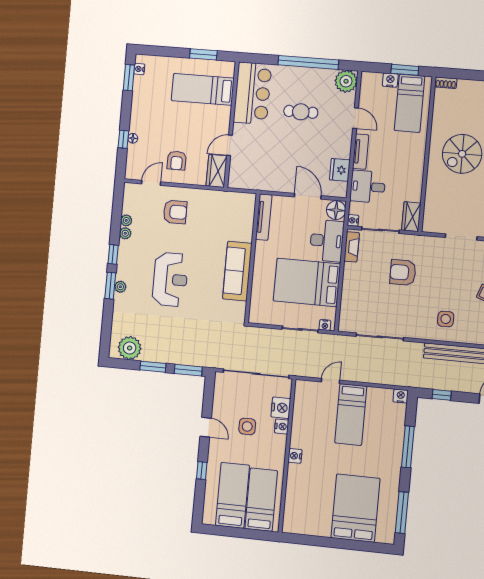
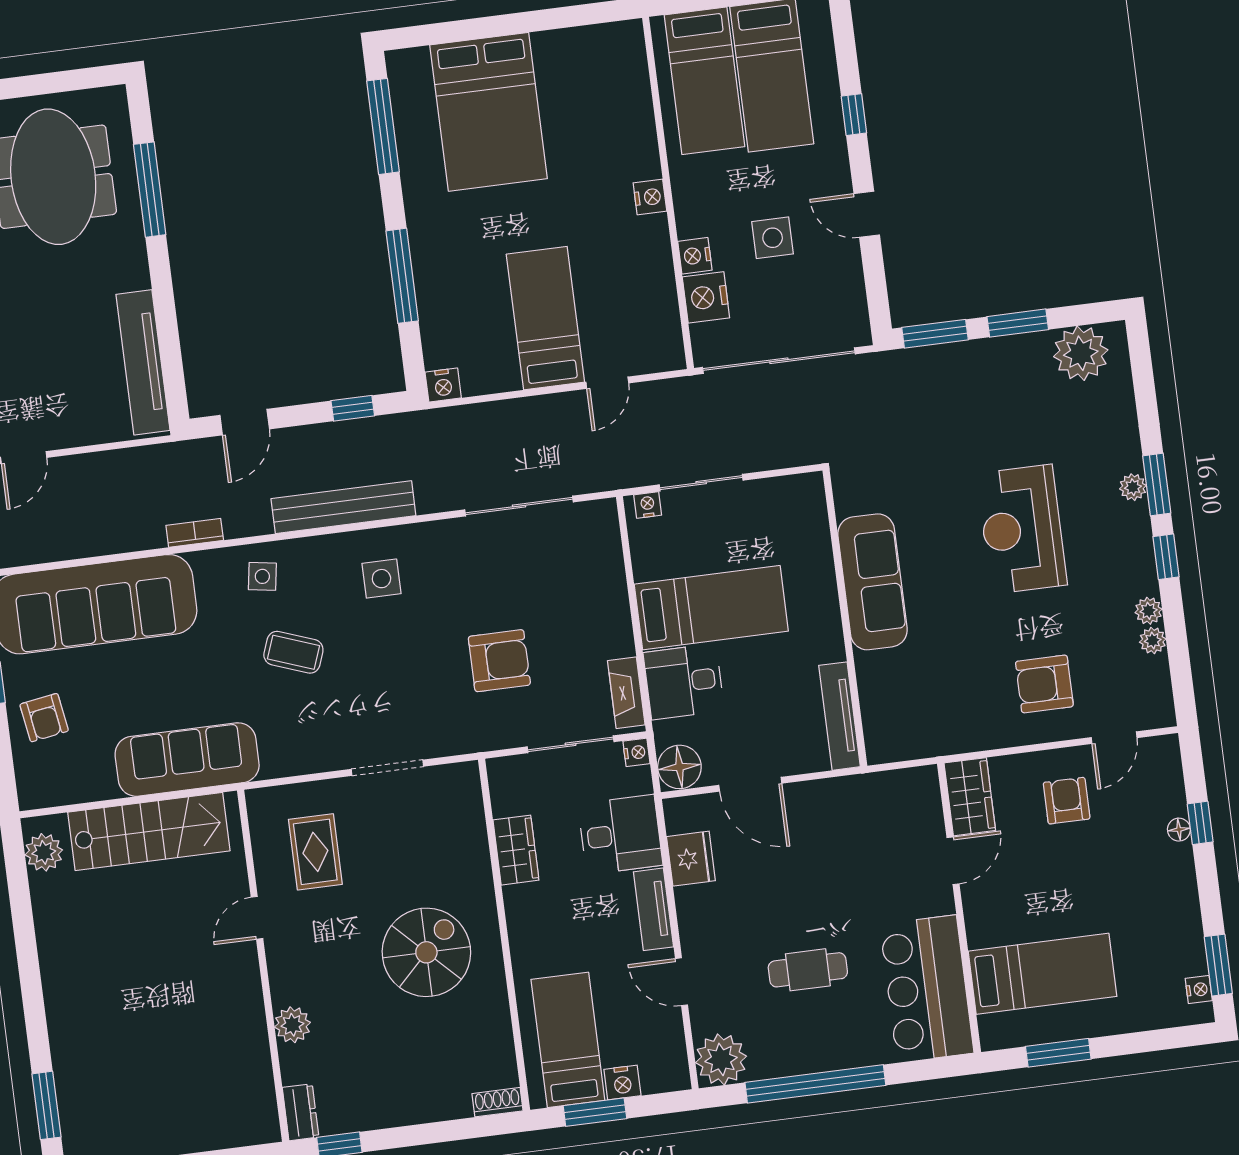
wardrobe: (411, 217) -> (516, 850), moved
desk: (327, 241) -> (684, 682), width x0.73
bed: (307, 282) -> (711, 608), width x0.67

